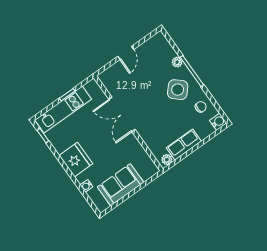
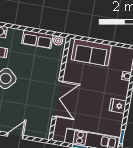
fridge: (76, 160) -> (118, 106), width x0.53, depth x0.75
sofa: (121, 185) -> (91, 52), moved

